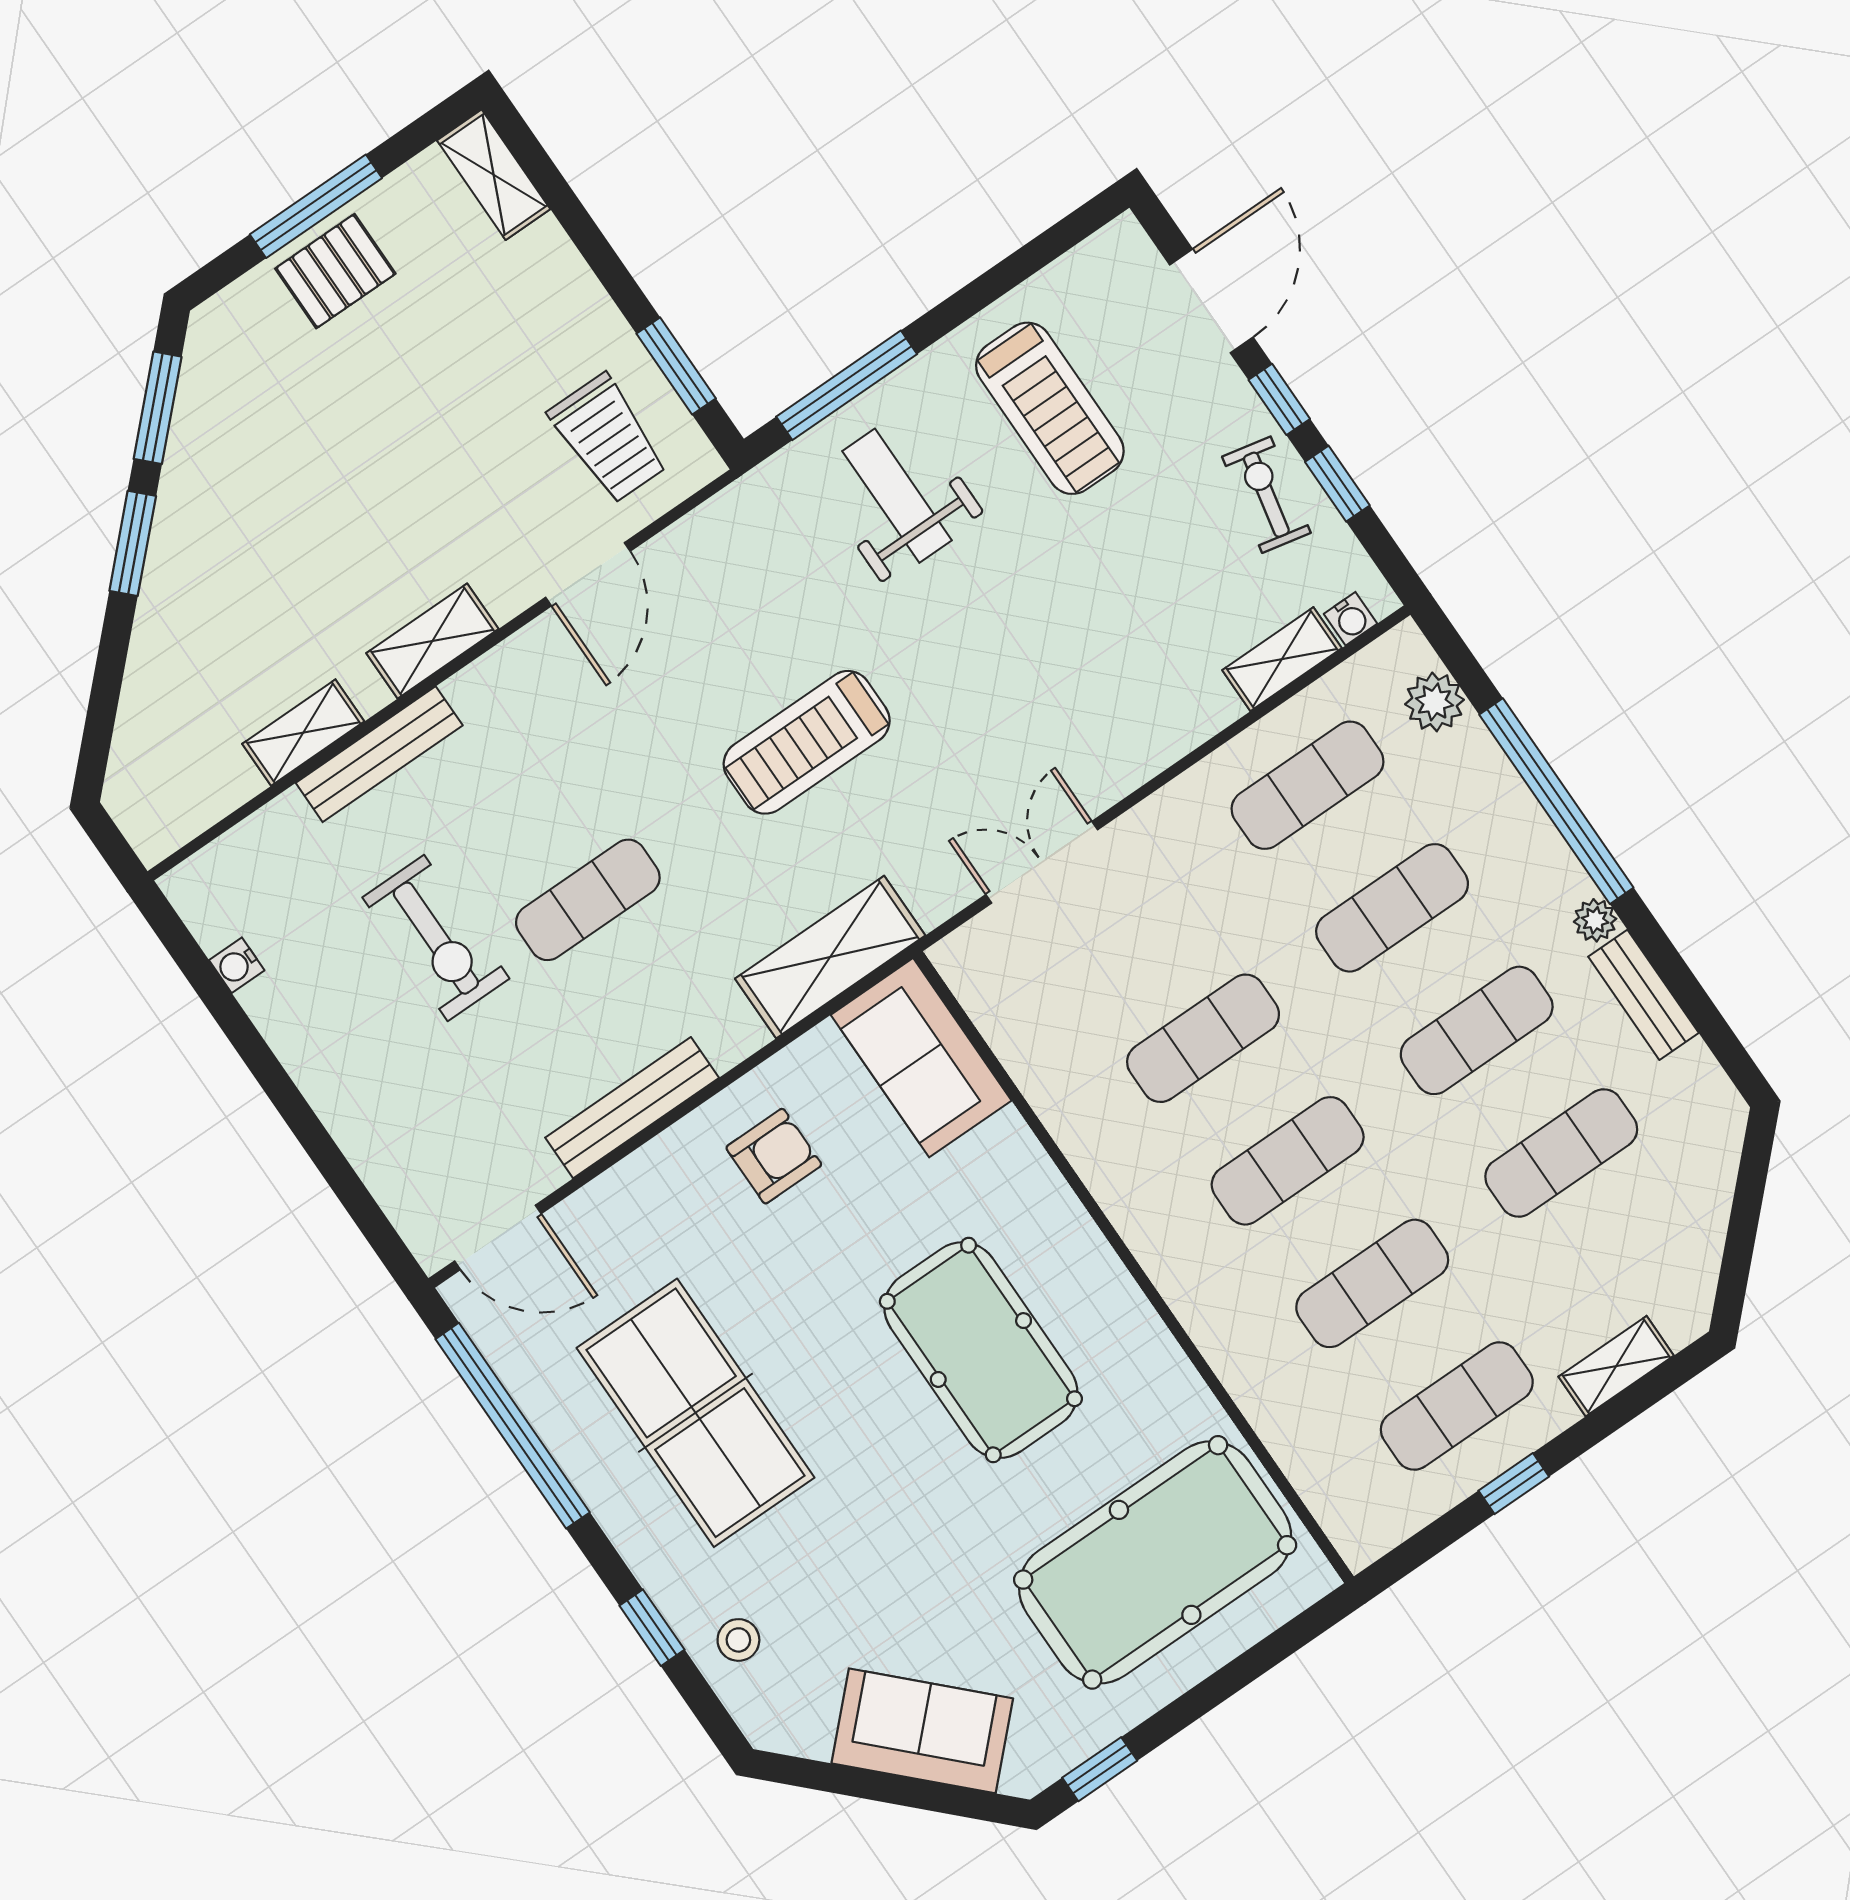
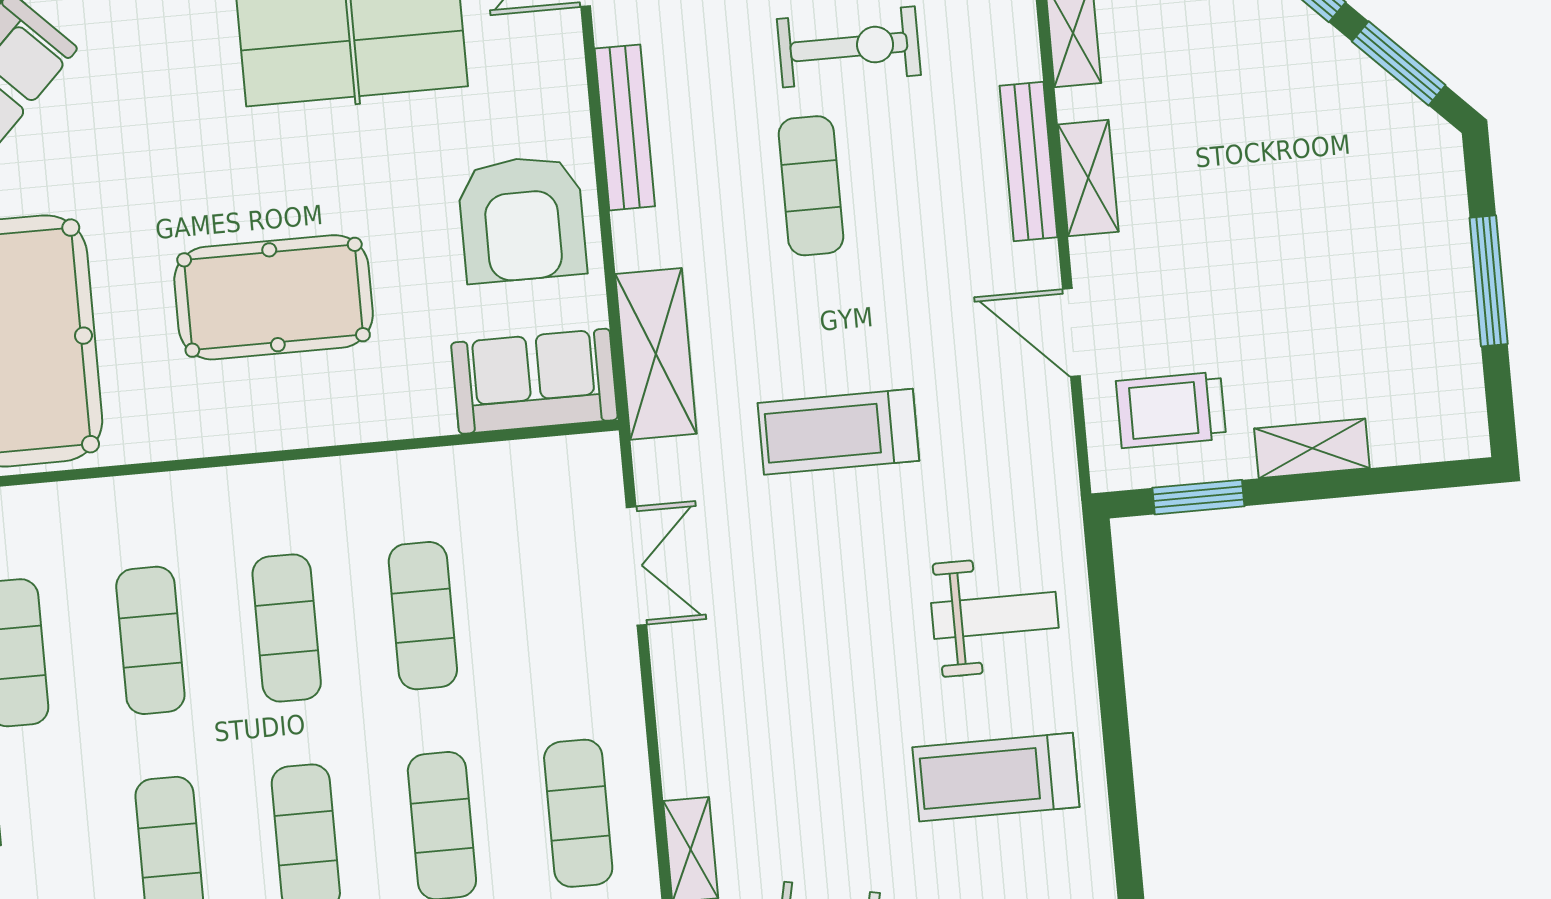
shelving: (494, 175) -> (1312, 448), moved
pallet: (335, 271) -> (1428, 267), removed
window: (847, 385) -> (1106, 625), removed
treadmill: (807, 742) -> (838, 432), turned -90
bench: (379, 754) -> (1029, 161), moved
exercise bike: (436, 938) -> (849, 47), turned 180
armchair: (774, 1156) -> (522, 219), width x1.88, depth x1.88

